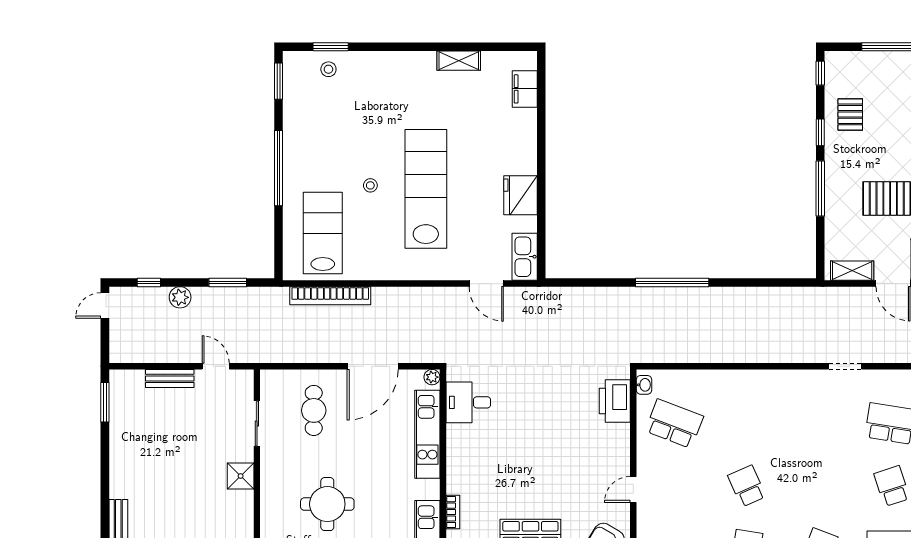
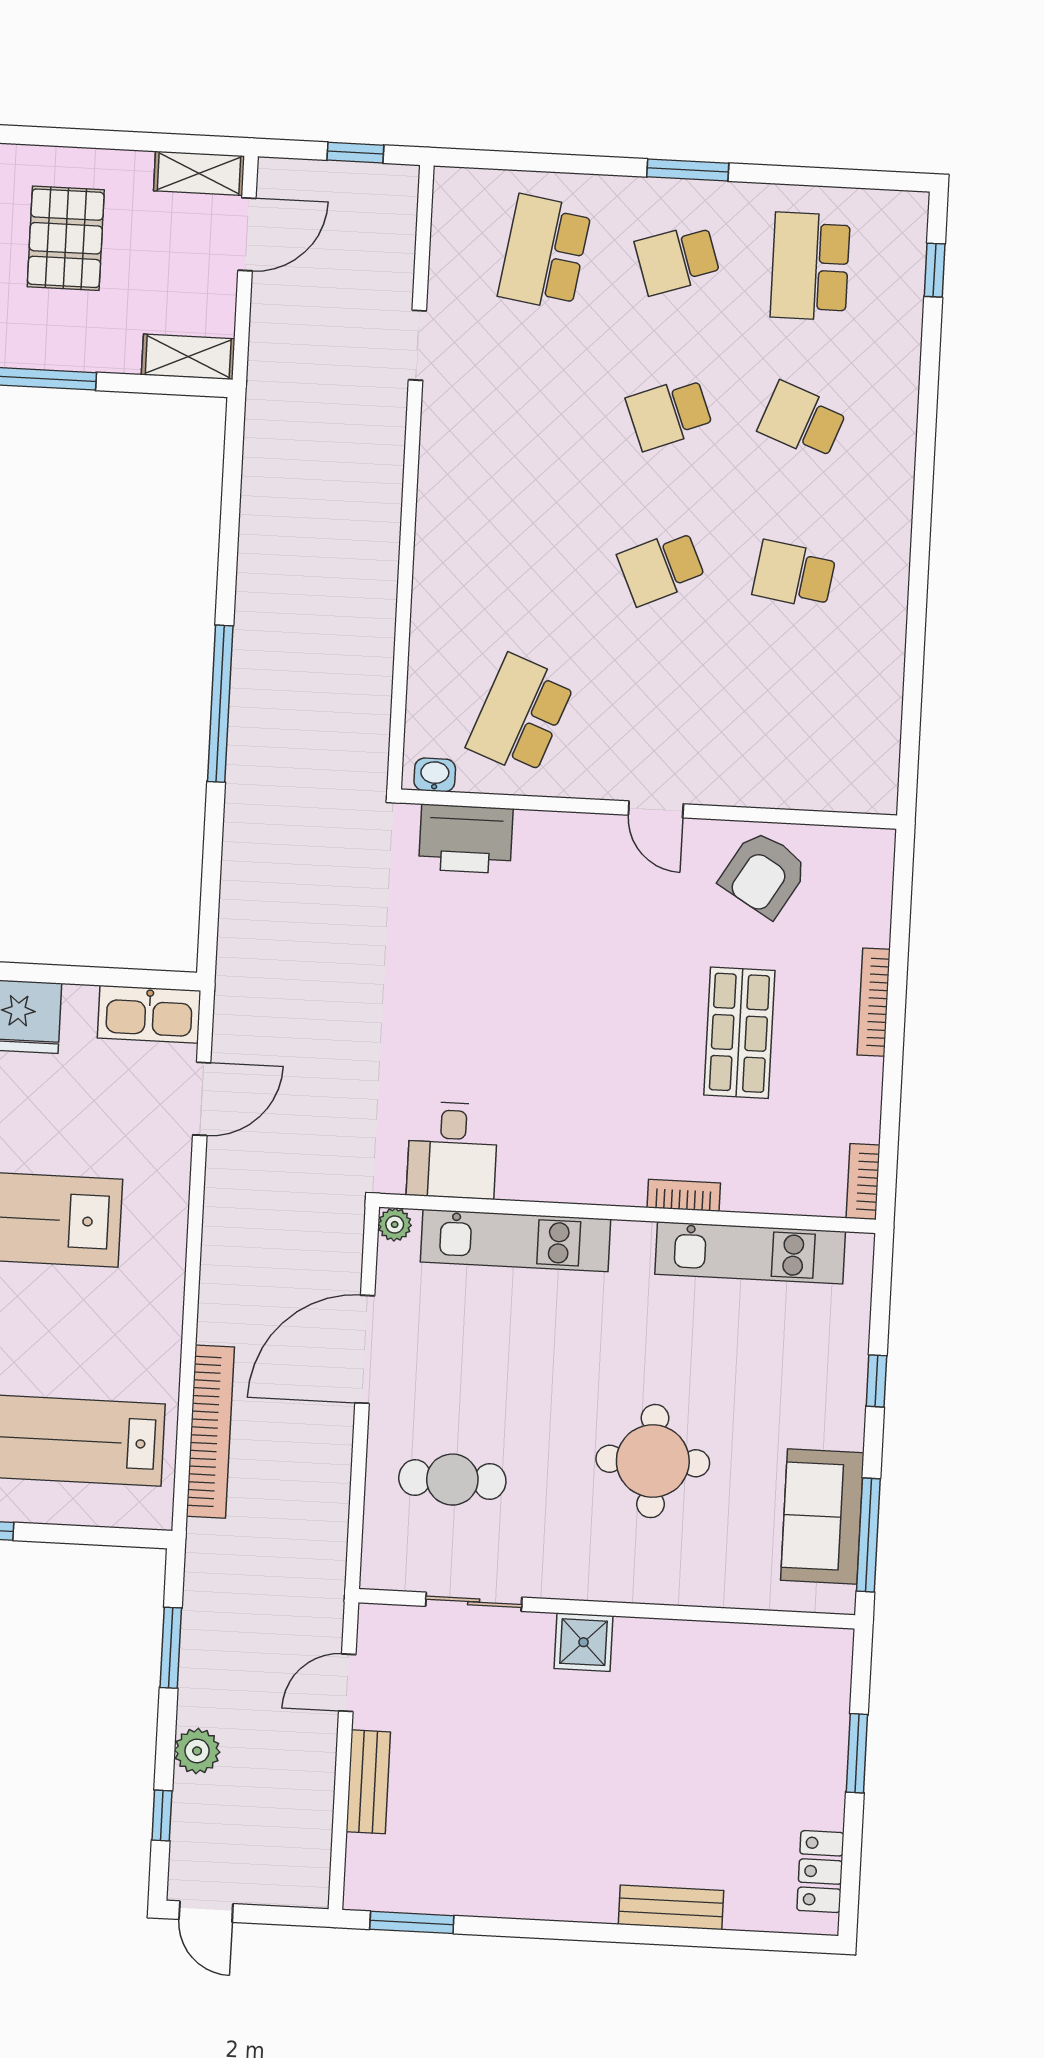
shelving: (852, 271) -> (188, 357), moved, turned 90
door: (373, 366) -> (365, 1349), swing flipped
school desk: (819, 486) -> (669, 413), added

